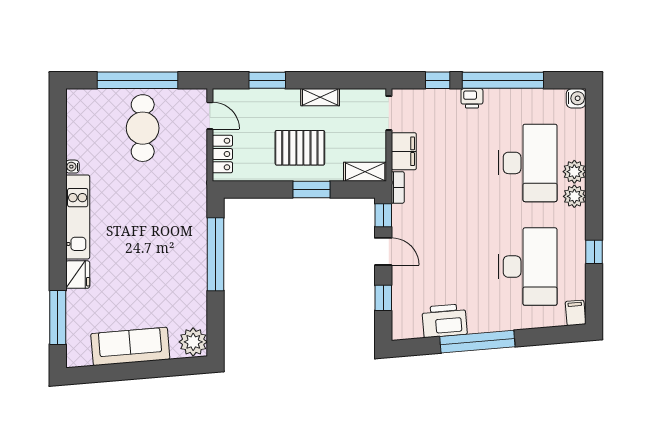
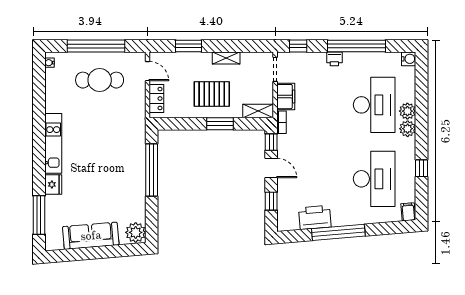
window: (438, 80) -> (298, 46), moved
cafe table: (143, 128) -> (100, 80), turned 90
water cooler: (72, 167) -> (49, 63), moved

